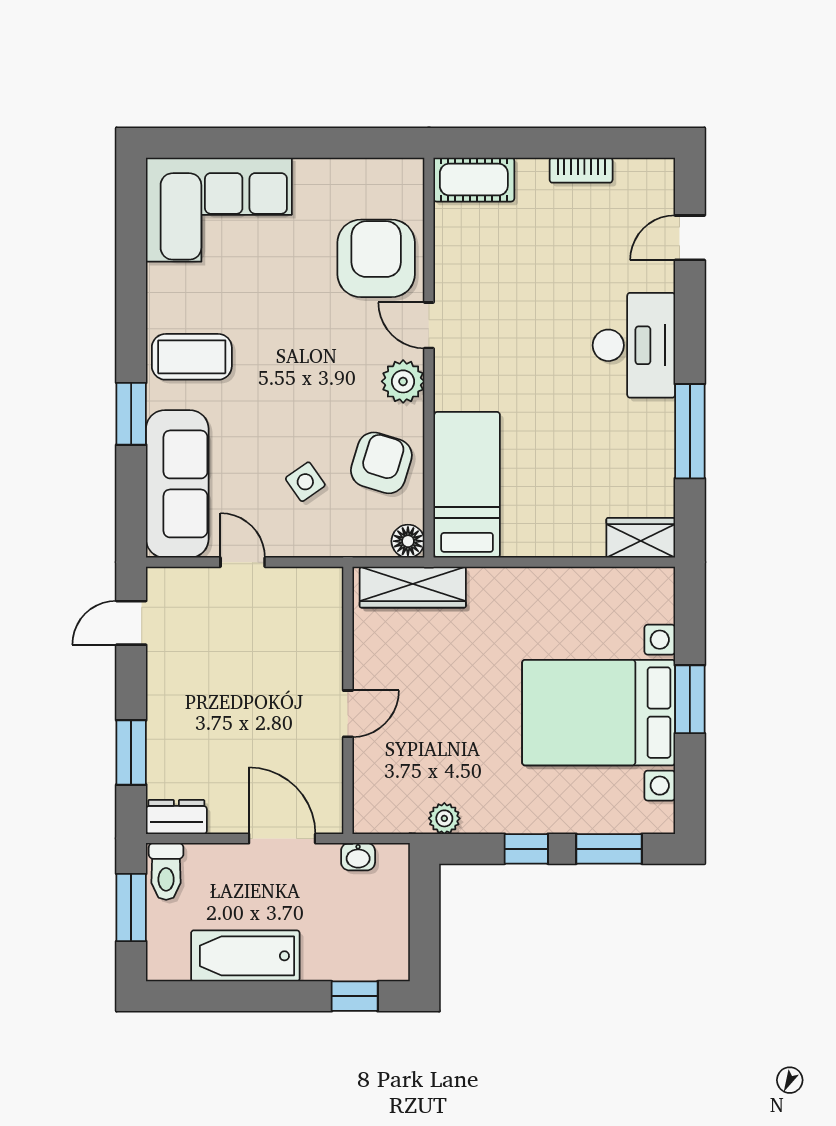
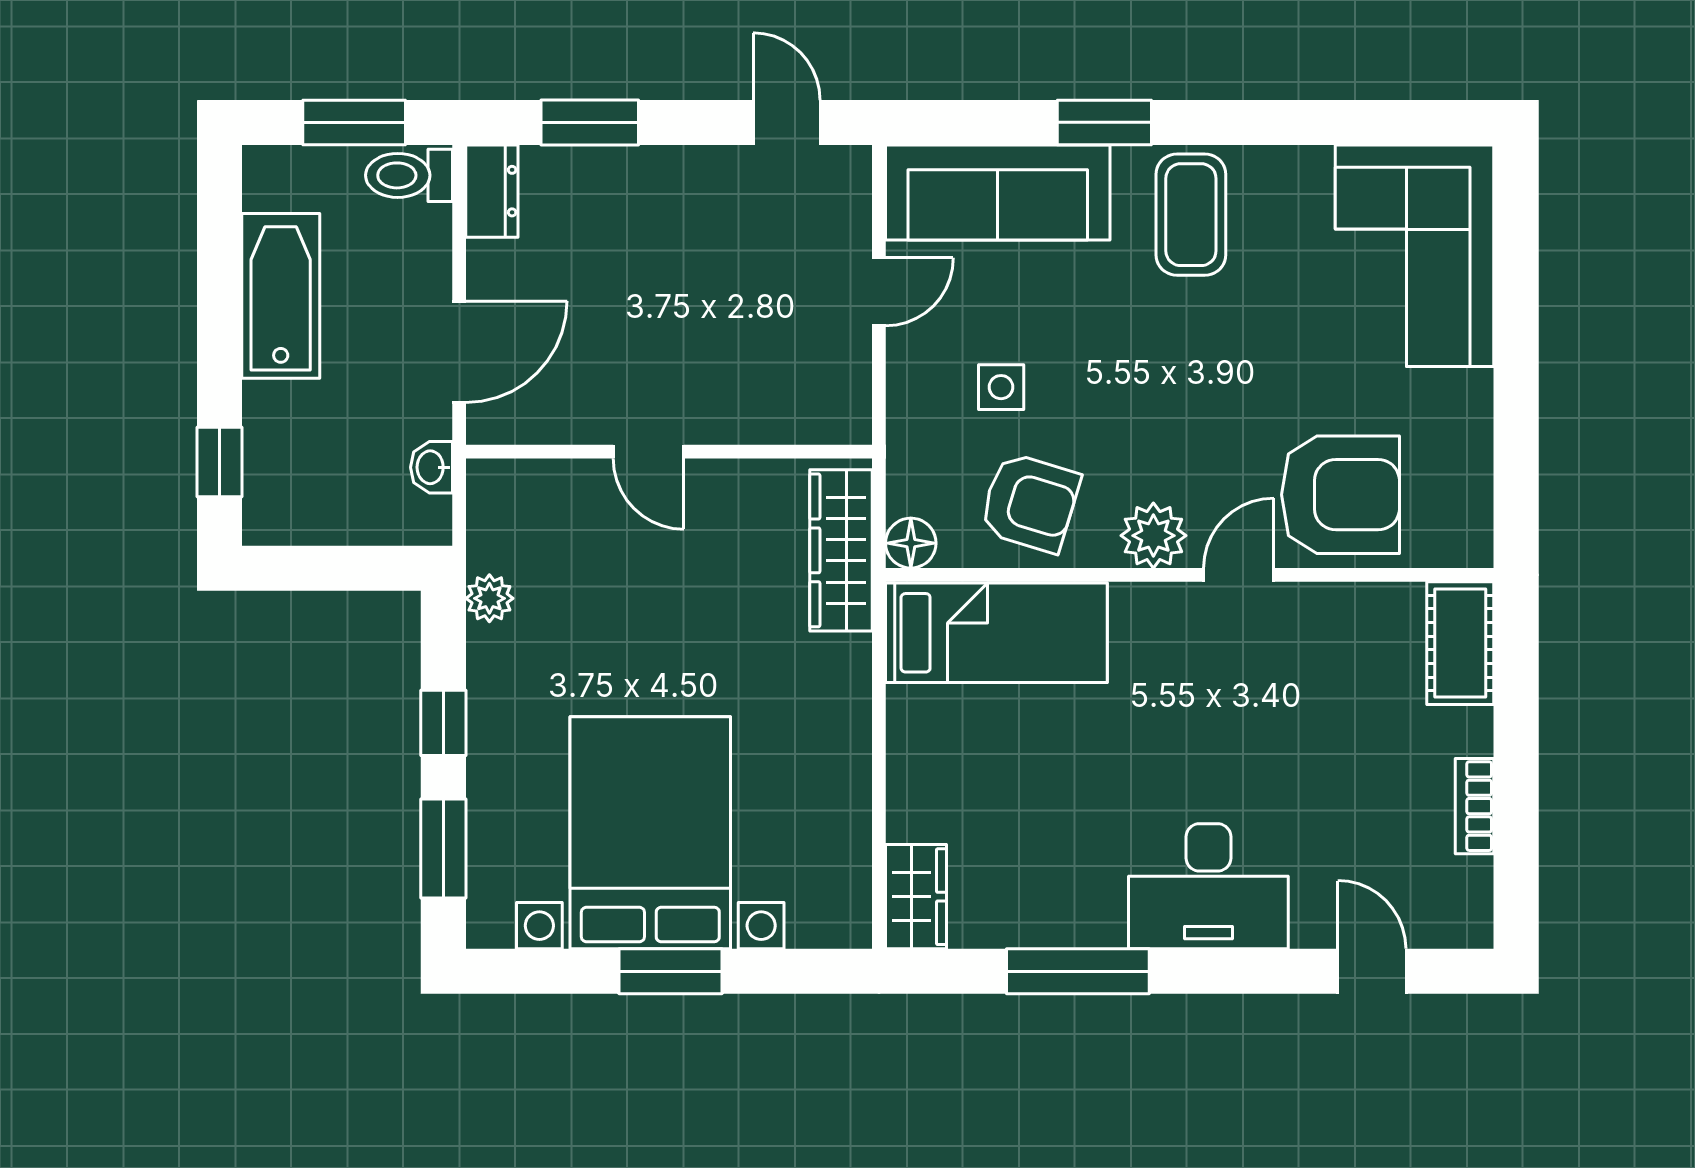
side table: (305, 482) -> (1001, 387), turned 35

